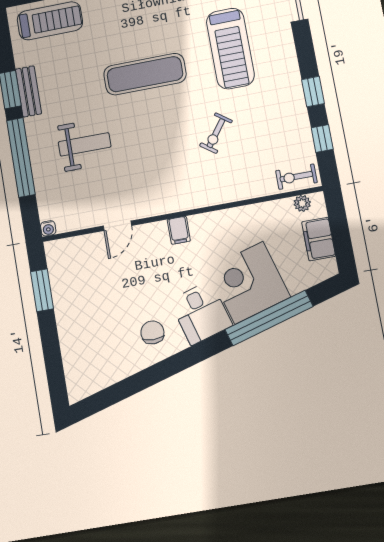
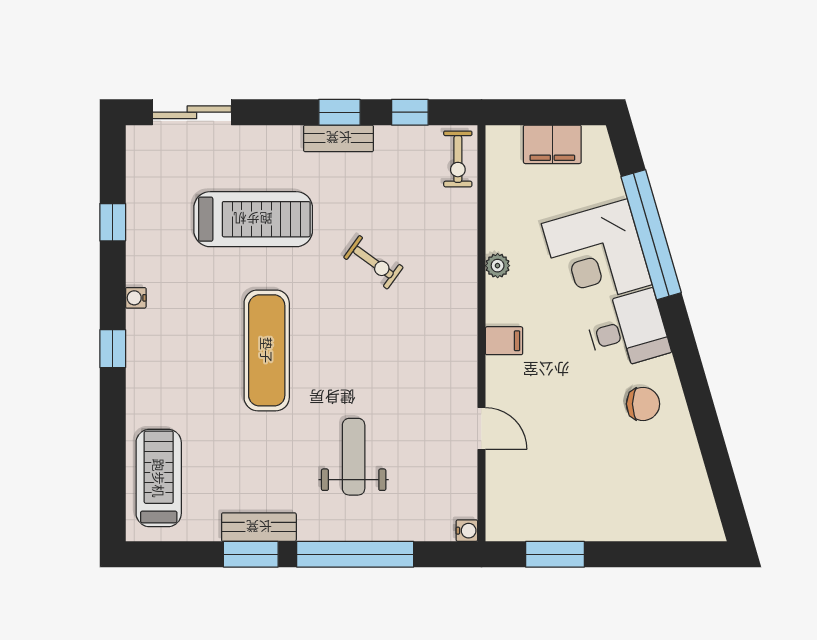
bench: (295, 94) -> (339, 138), added
plant: (302, 203) -> (498, 266), moved
chair: (152, 332) -> (643, 404), turned 180

